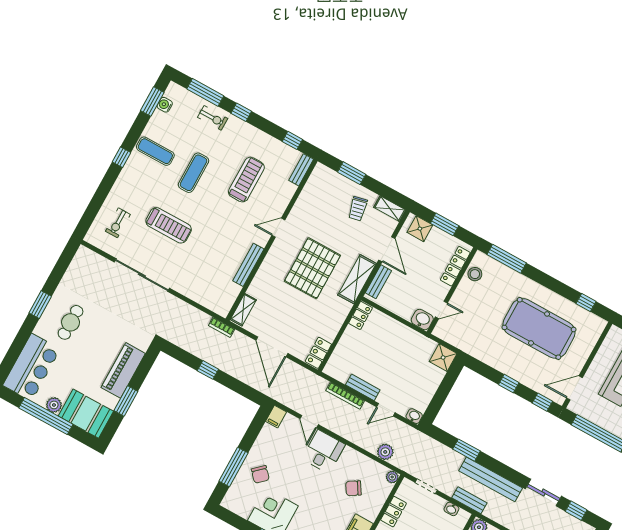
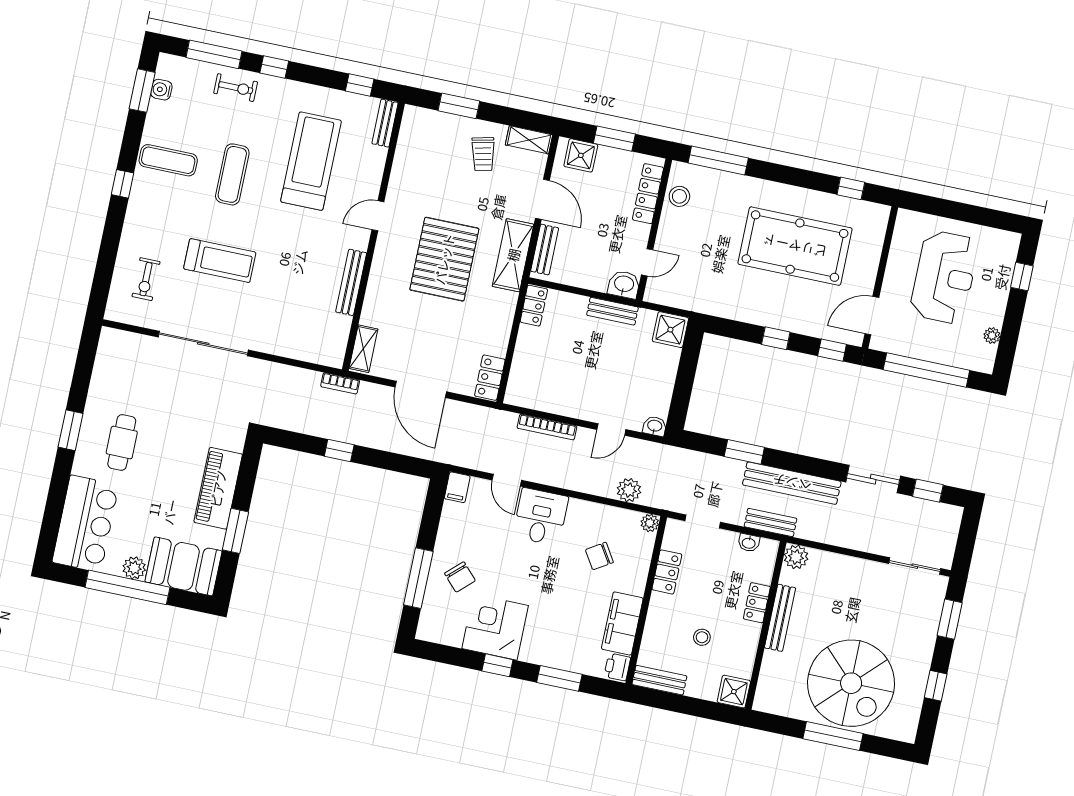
treadmill: (246, 180) -> (311, 161), width x1.37, depth x1.38
bench: (363, 387) -> (612, 311), moved

